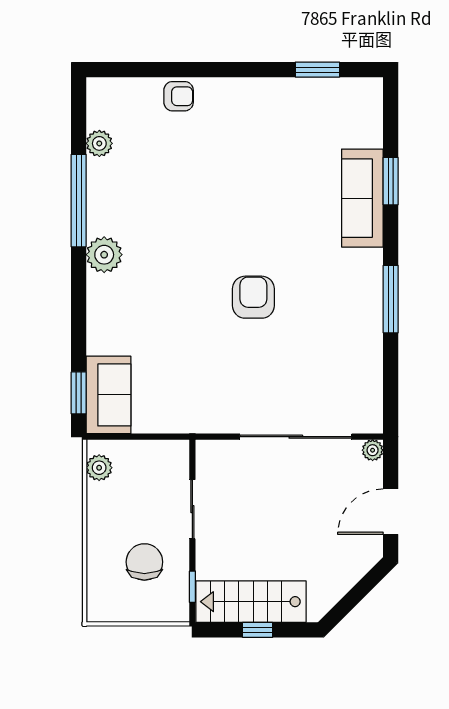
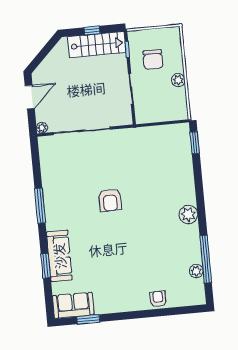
armchair: (179, 96) -> (158, 299), turned 90
window: (79, 201) -> (206, 259), moved
sofa: (109, 395) -> (73, 305), moved, turned 90
plant: (99, 468) -> (178, 80), moved

